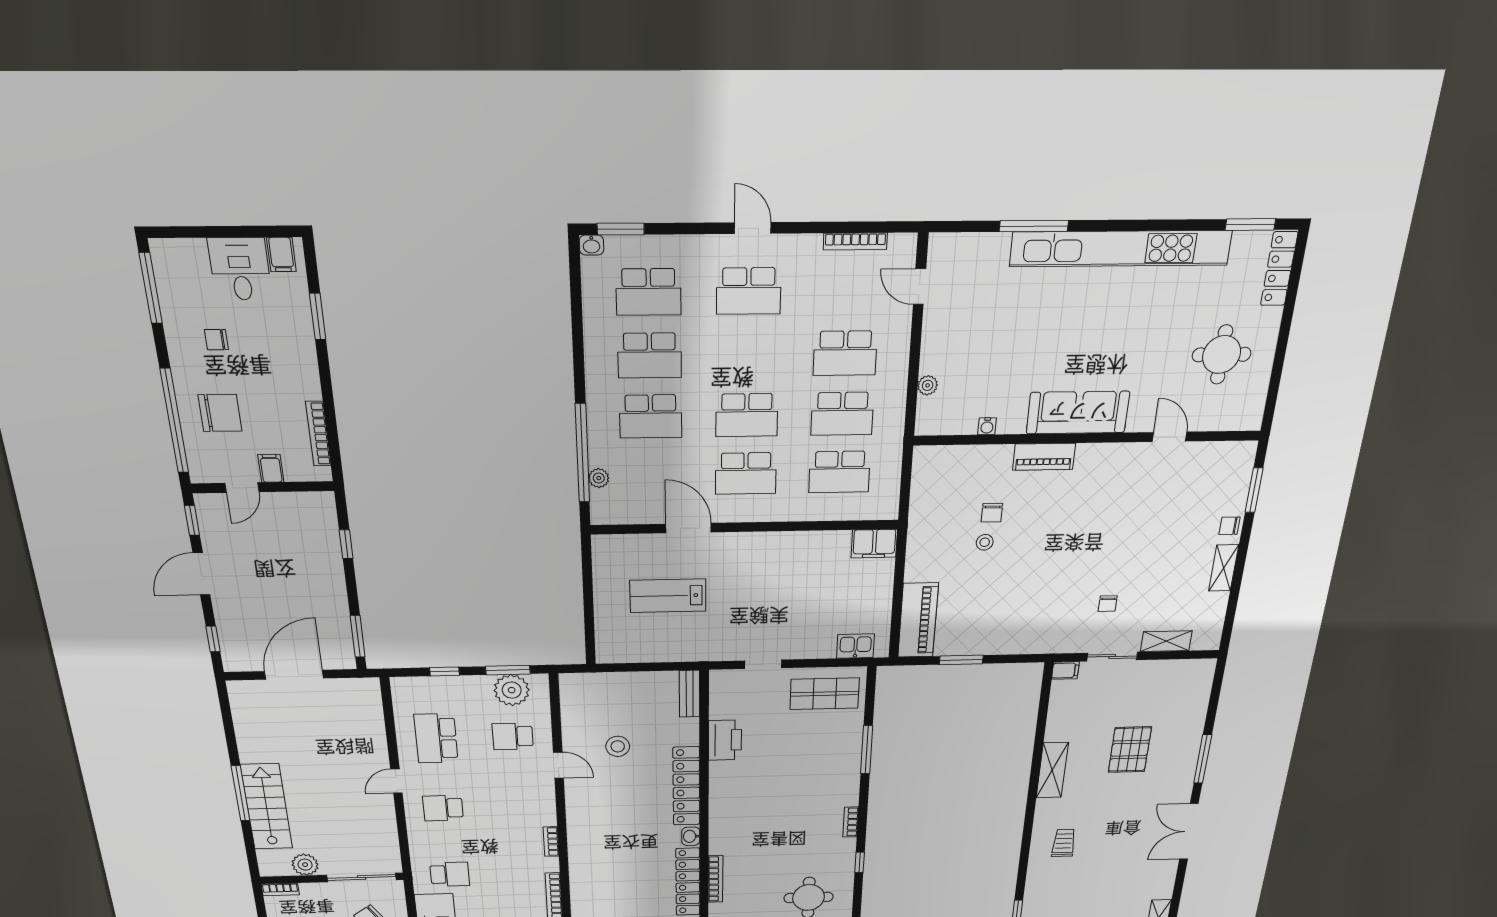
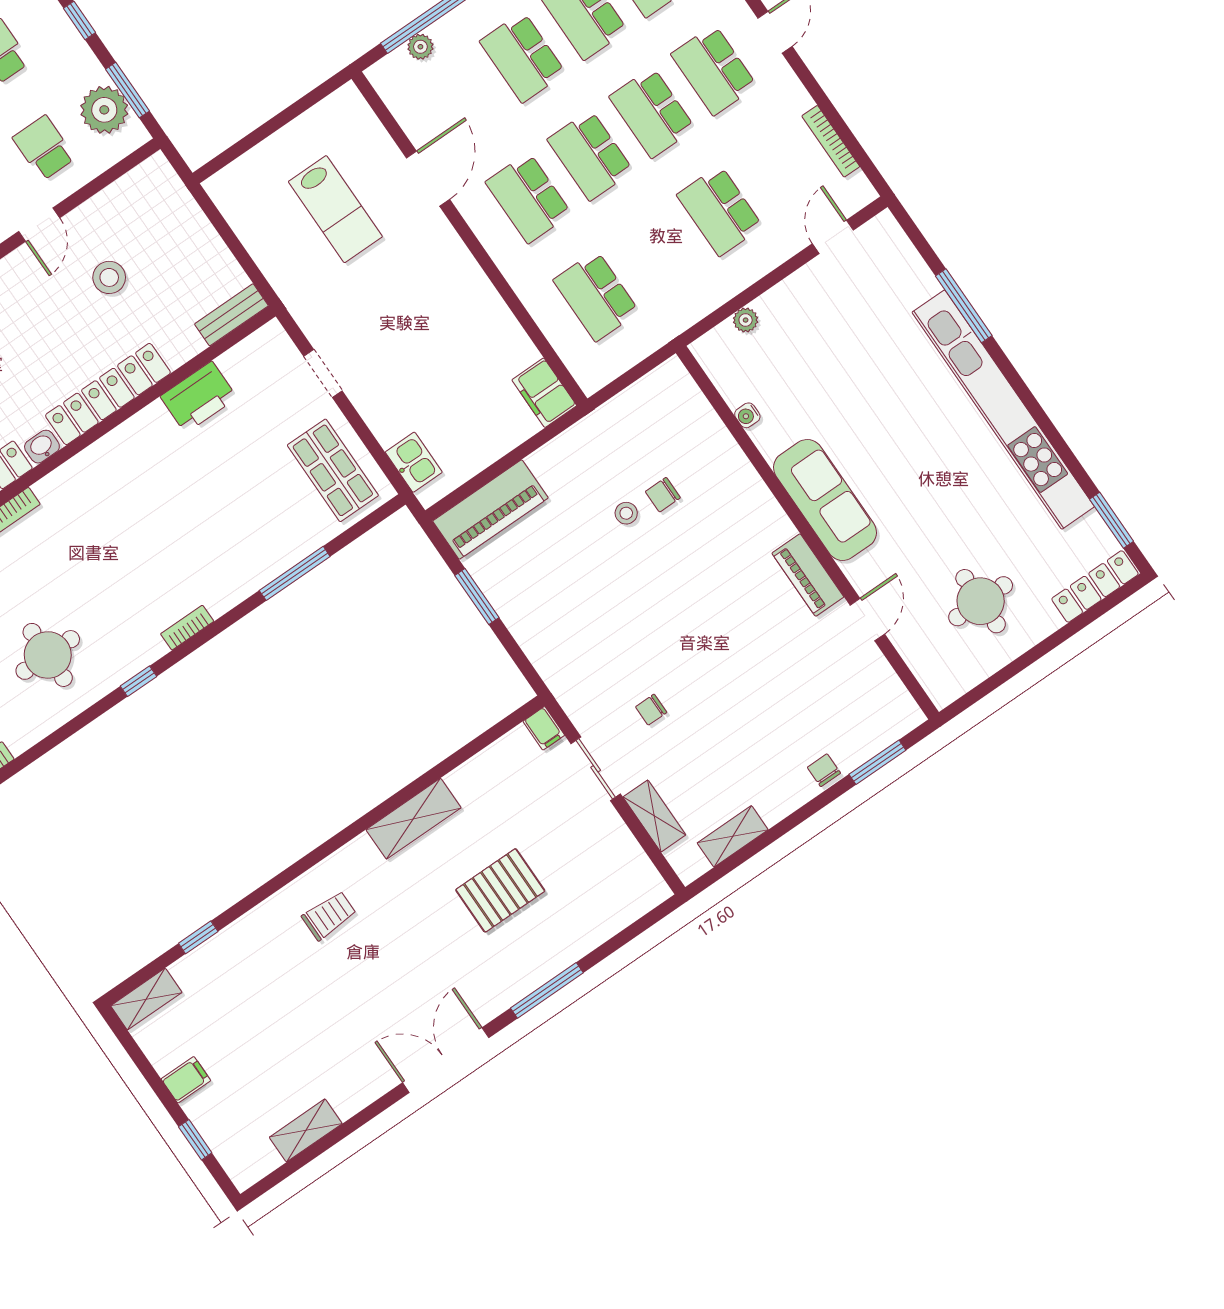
school desk: (842, 414) -> (652, 113), moved
piano: (1044, 457) -> (808, 575), moved
shelving: (1224, 568) -> (733, 836), moved
lab bench: (668, 596) -> (335, 209), turned 180

